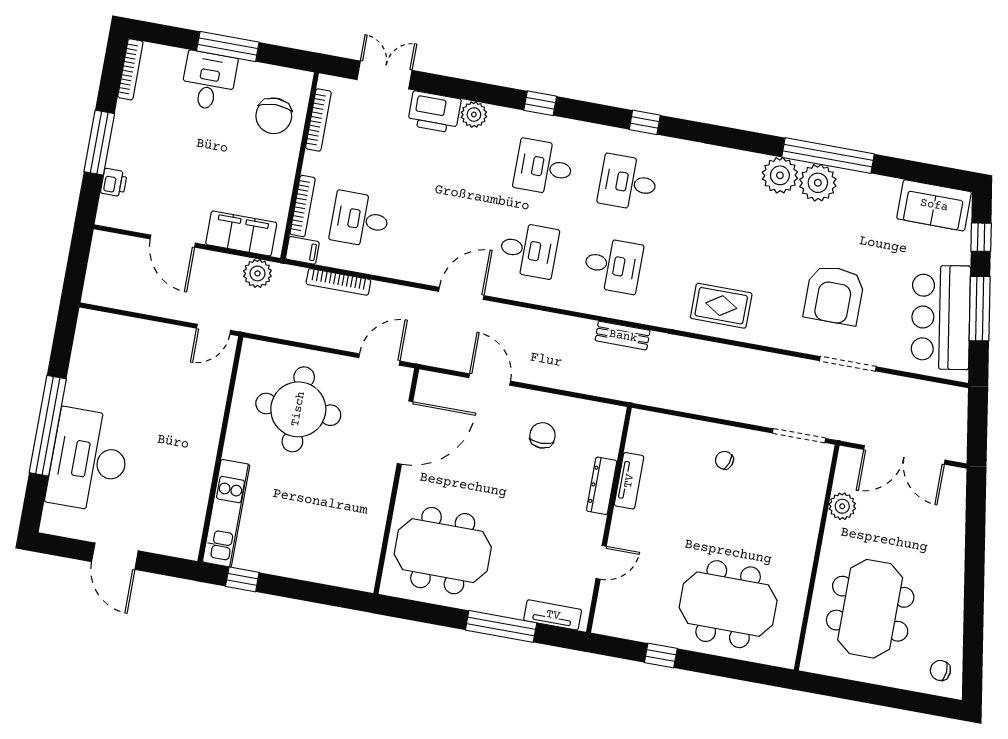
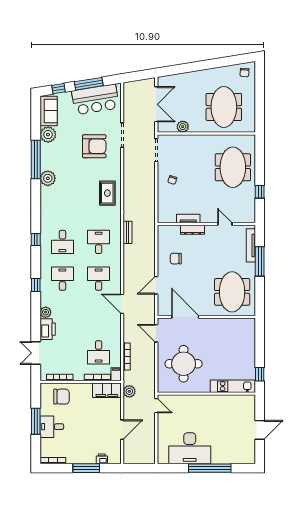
desk: (544, 167) -> (62, 279), turned 180
plant: (818, 183) -> (48, 135), moved
filing cabinet: (241, 233) -> (107, 390), moved, turned -90
desk: (89, 460) -> (190, 448), moved
meeting table: (870, 609) -> (224, 107), turned 90
tv unit: (553, 615) -> (251, 245), width x1.41

